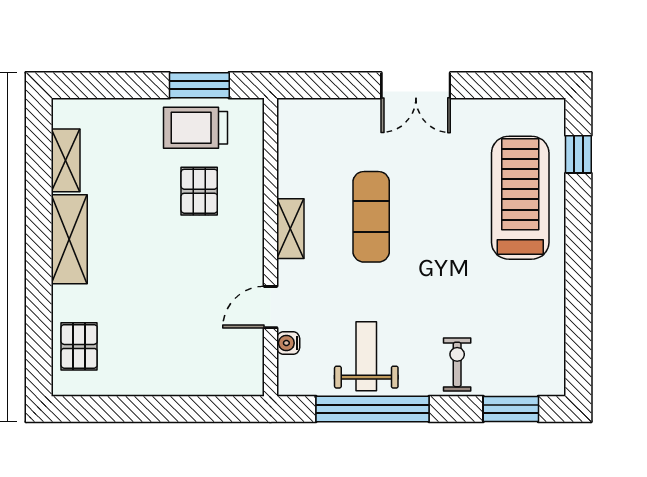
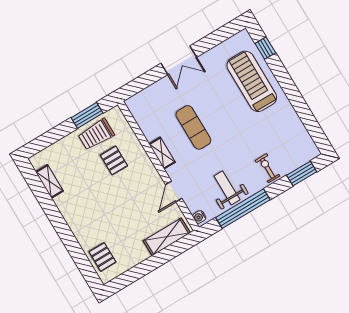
shelving: (69, 239) -> (167, 237), moved, turned 90
water cooler: (288, 343) -> (199, 217), moved

